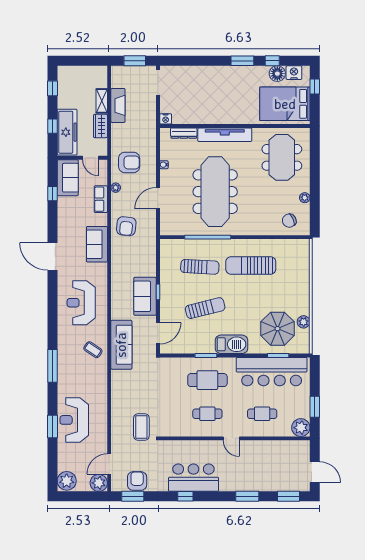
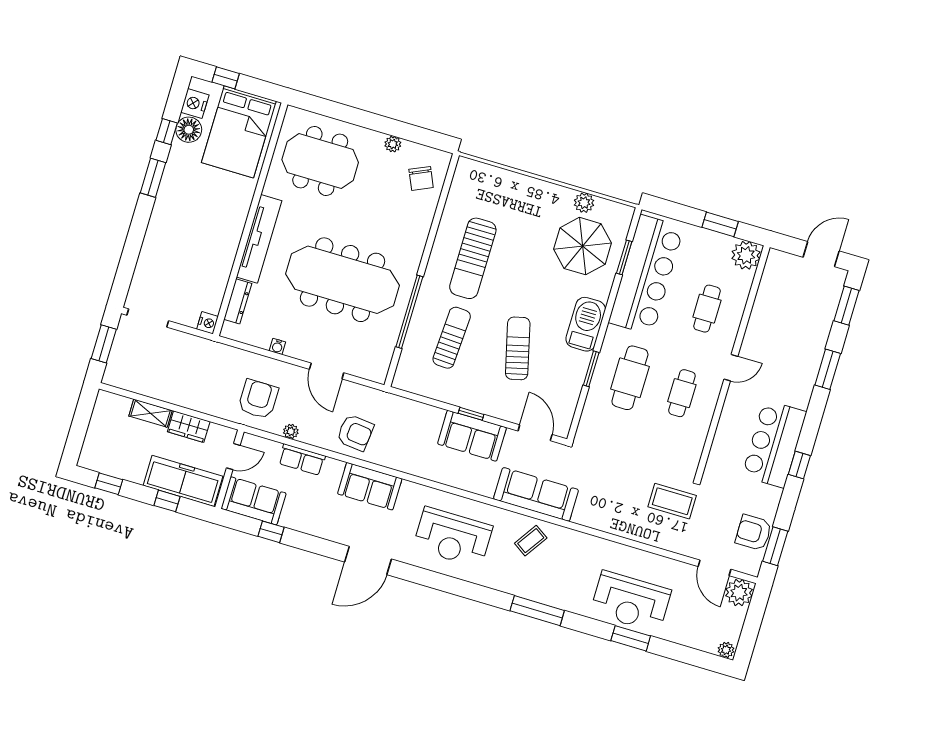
fireplace: (118, 105) -> (165, 390), removed
plant: (67, 481) -> (726, 650), width x0.53, depth x0.53

